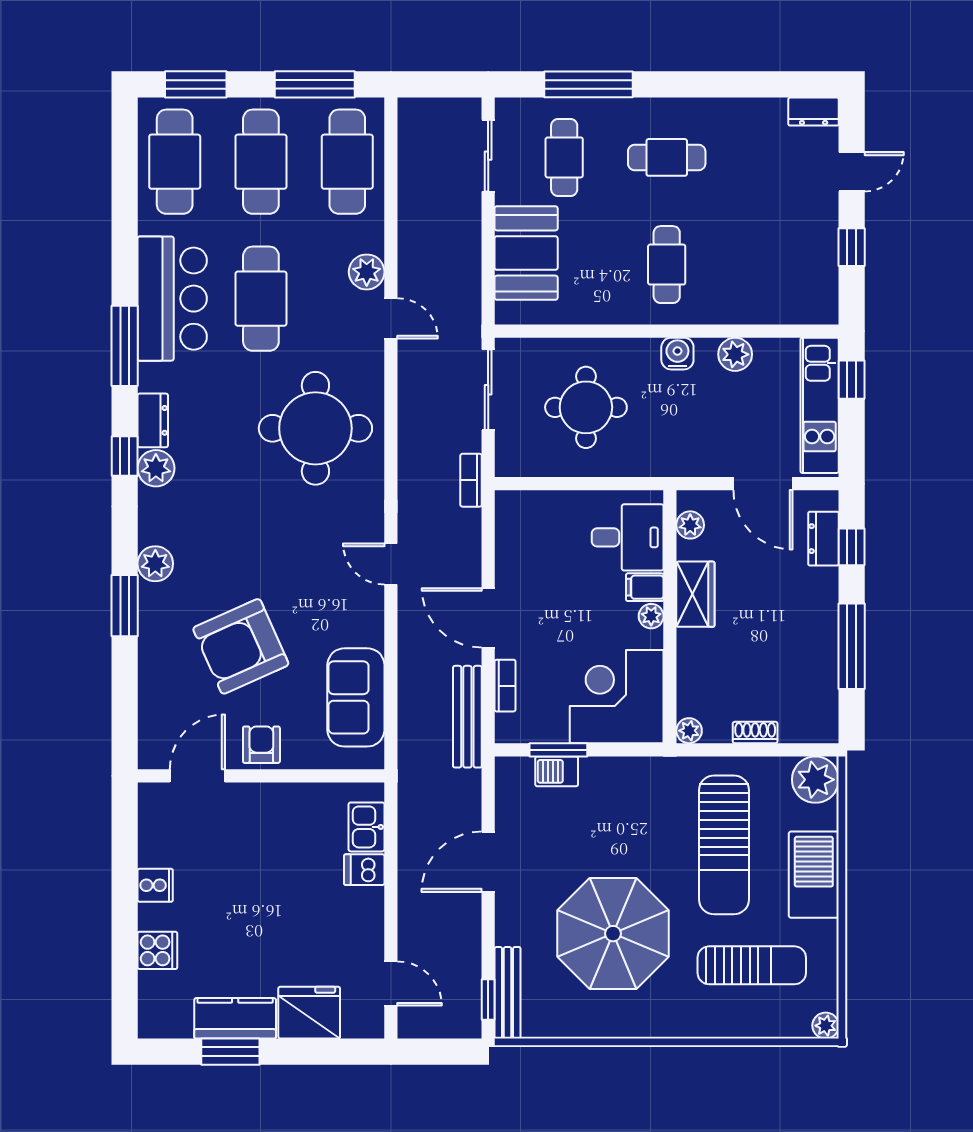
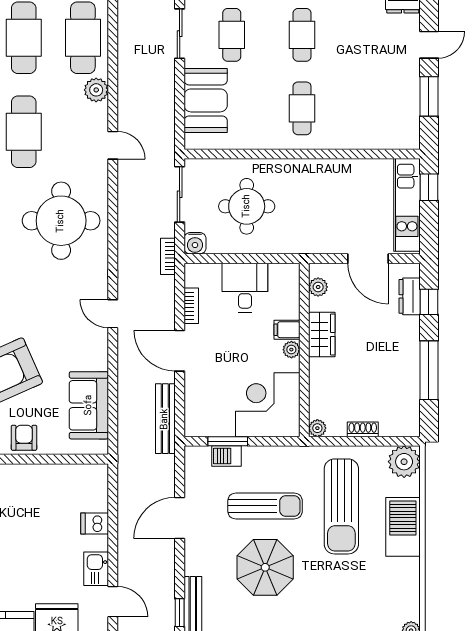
cafe table: (667, 157) -> (302, 35), turned 90
window: (852, 247) -> (429, 96), width x1.50
plant: (367, 272) -> (96, 90), moved
water cooler: (677, 354) -> (195, 243), moved, turned 180
plant: (735, 354) -> (349, 170), removed
desk: (628, 537) -> (245, 288), moved, turned -90
bookcase: (505, 686) -> (191, 306), moved
kitchen sink: (366, 827) -> (96, 569), moved
parasol: (613, 934) -> (265, 567), width x0.73, depth x0.73
sun lounger: (752, 965) -> (265, 506), moved

